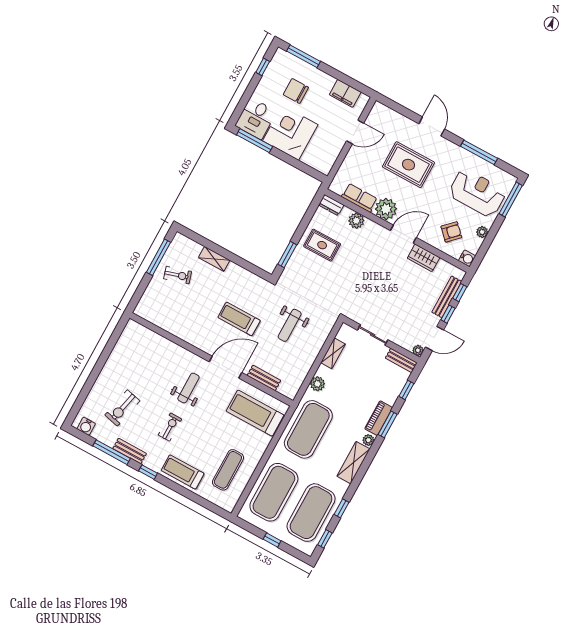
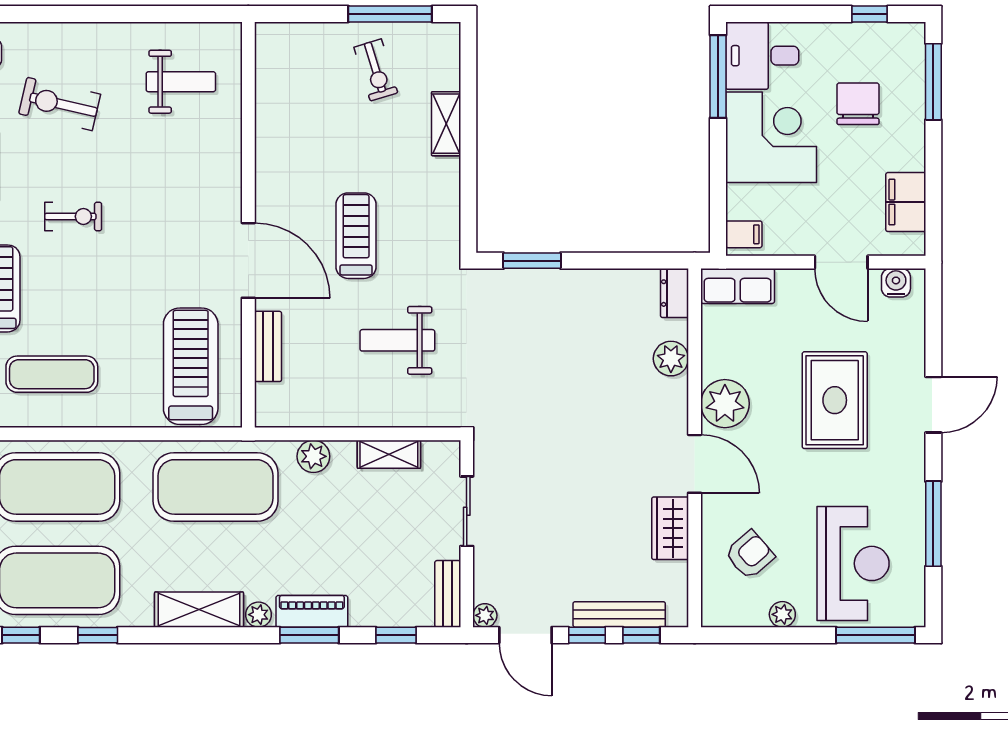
filing cabinet: (323, 165) -> (744, 234), added
row of seats: (359, 198) -> (738, 286), moved, turned 90
armchair: (451, 232) -> (750, 555), turned -86
rug: (322, 245) -> (587, 318), removed
water cooler: (467, 258) -> (896, 283), moved, turned 180
weight bench: (188, 388) -> (181, 82), moved

